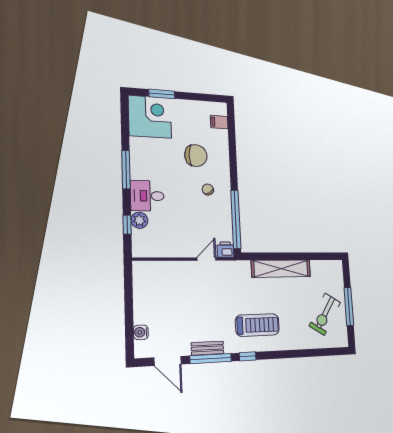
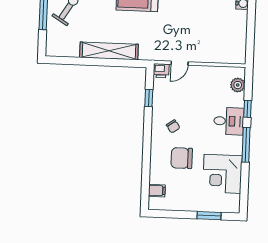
corner desk: (150, 117) -> (222, 174), moved
window: (236, 219) -> (149, 98), width x0.32
plant: (139, 220) -> (238, 85), moved
window: (127, 225) -> (247, 109), moved

